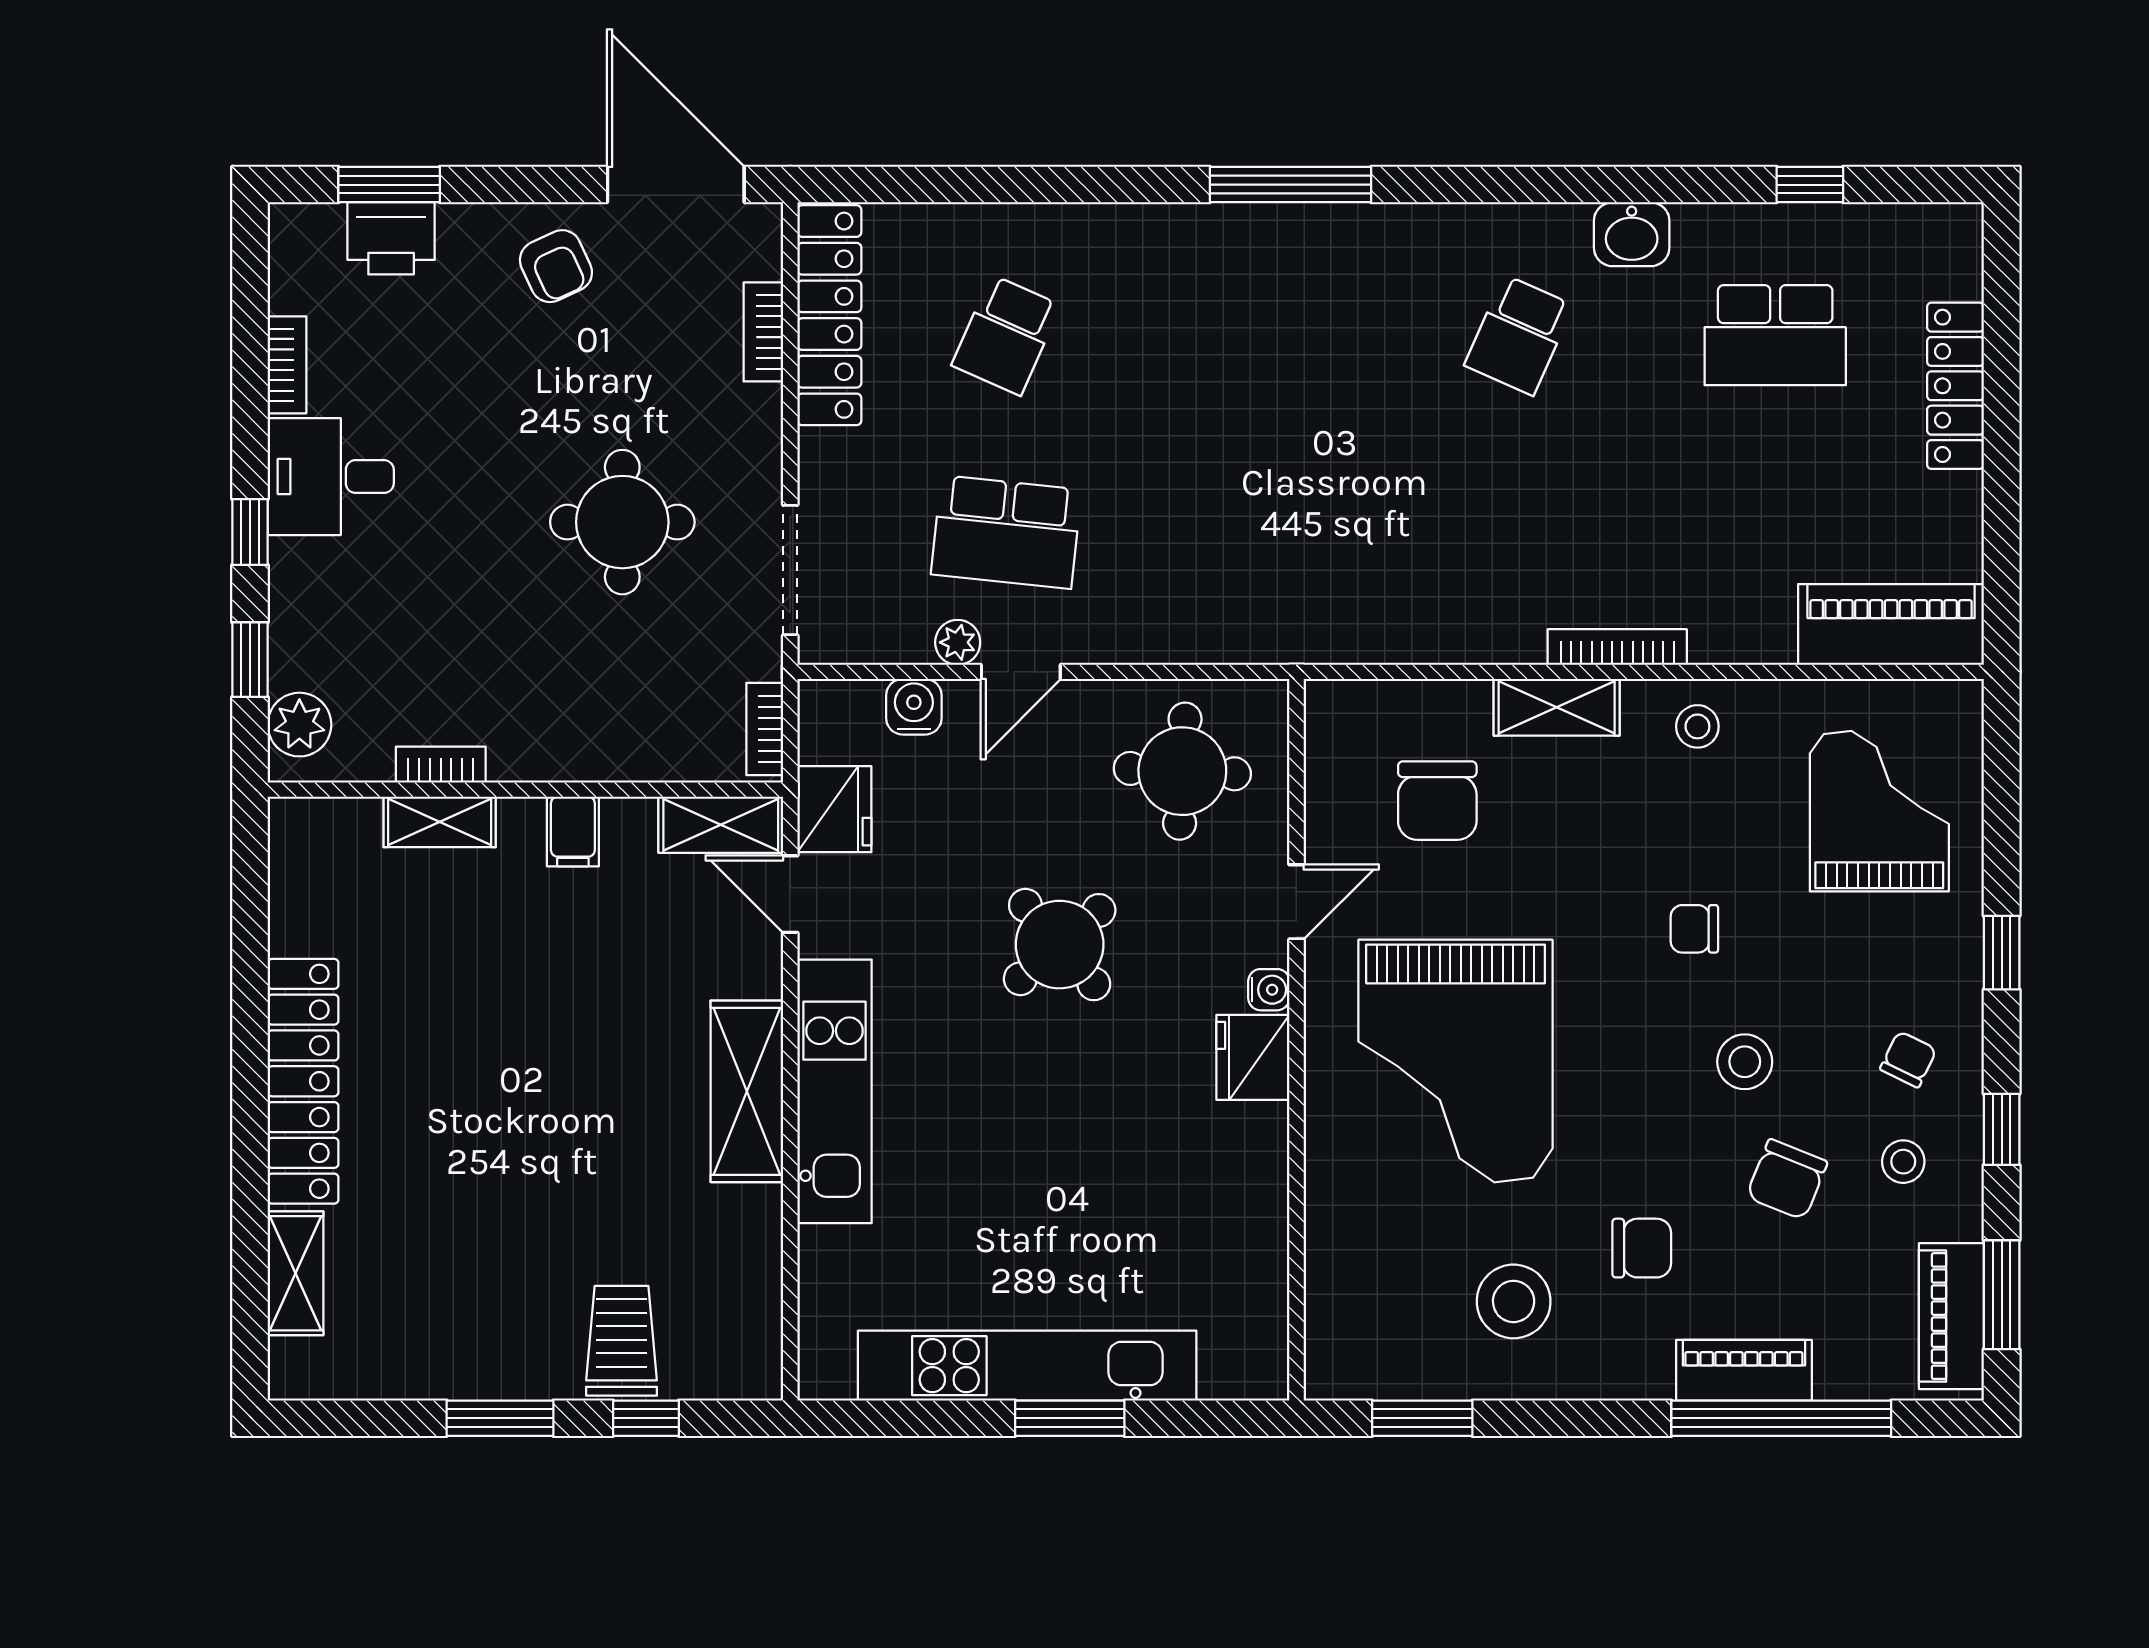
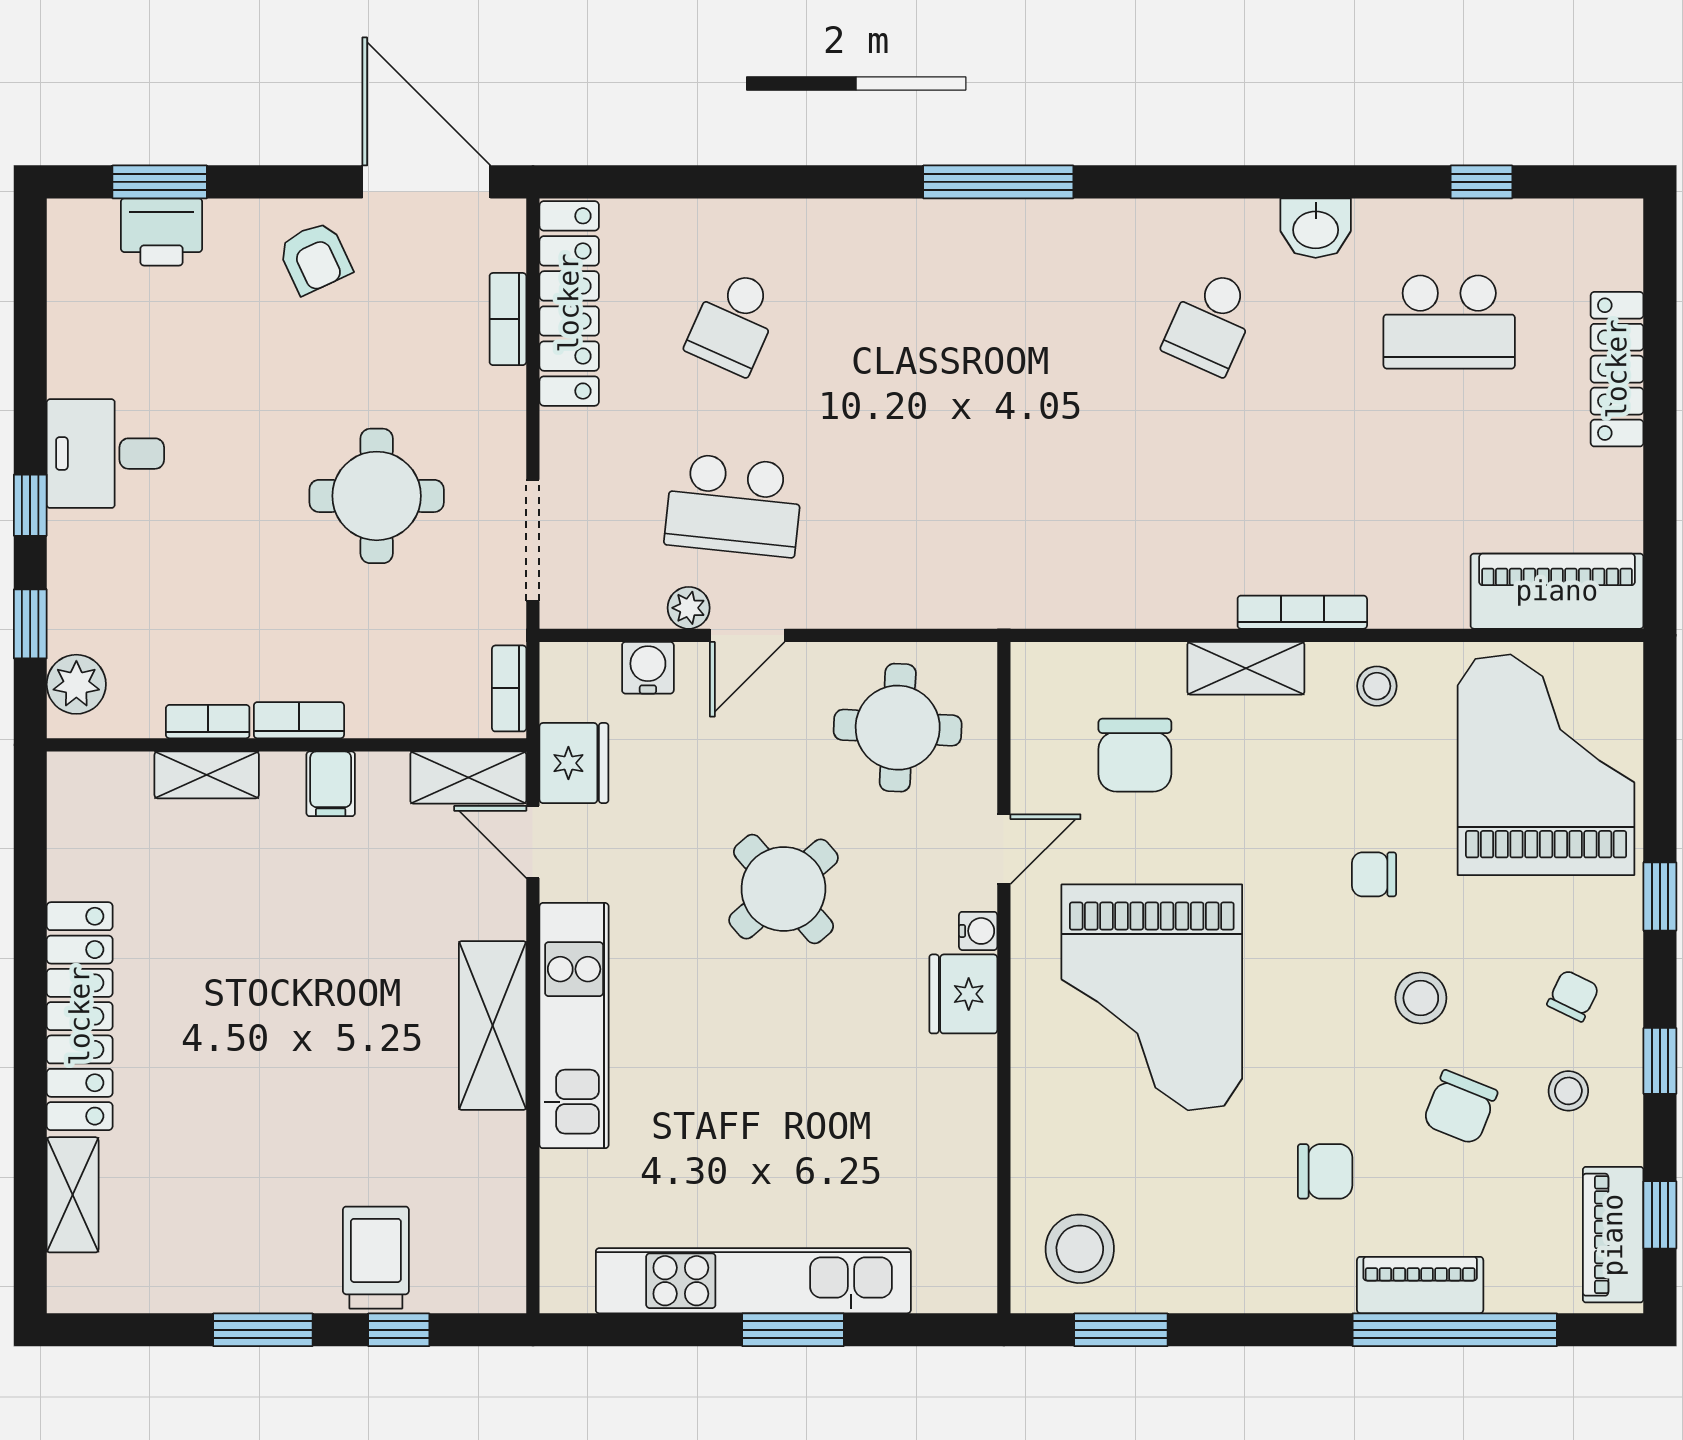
bookcase: (287, 365) -> (299, 720), moved, turned -90
grand piano: (1879, 811) -> (1546, 765), width x1.37, depth x1.48
window: (2002, 1295) -> (1660, 1215), width x0.67
stool: (1514, 1301) -> (1080, 1249), moved

